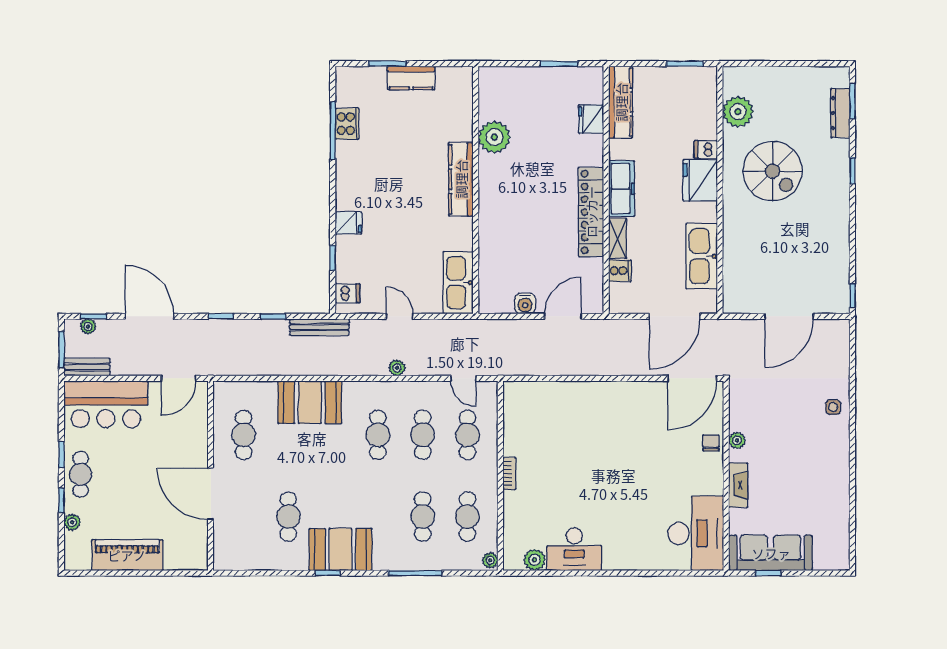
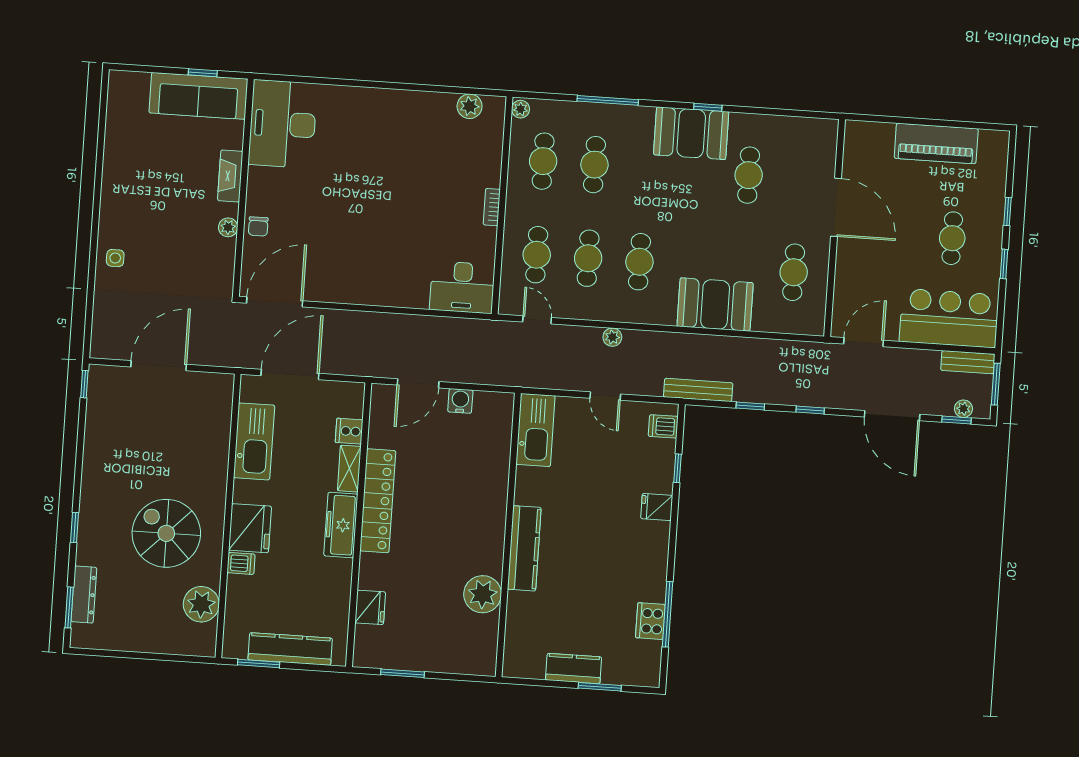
kitchen counter: (621, 102) -> (290, 649), moved, turned 90
cafe table: (81, 474) -> (952, 238), moved
plant: (72, 522) -> (997, 185), removed
desk: (574, 549) -> (462, 287), moved, turned 180

